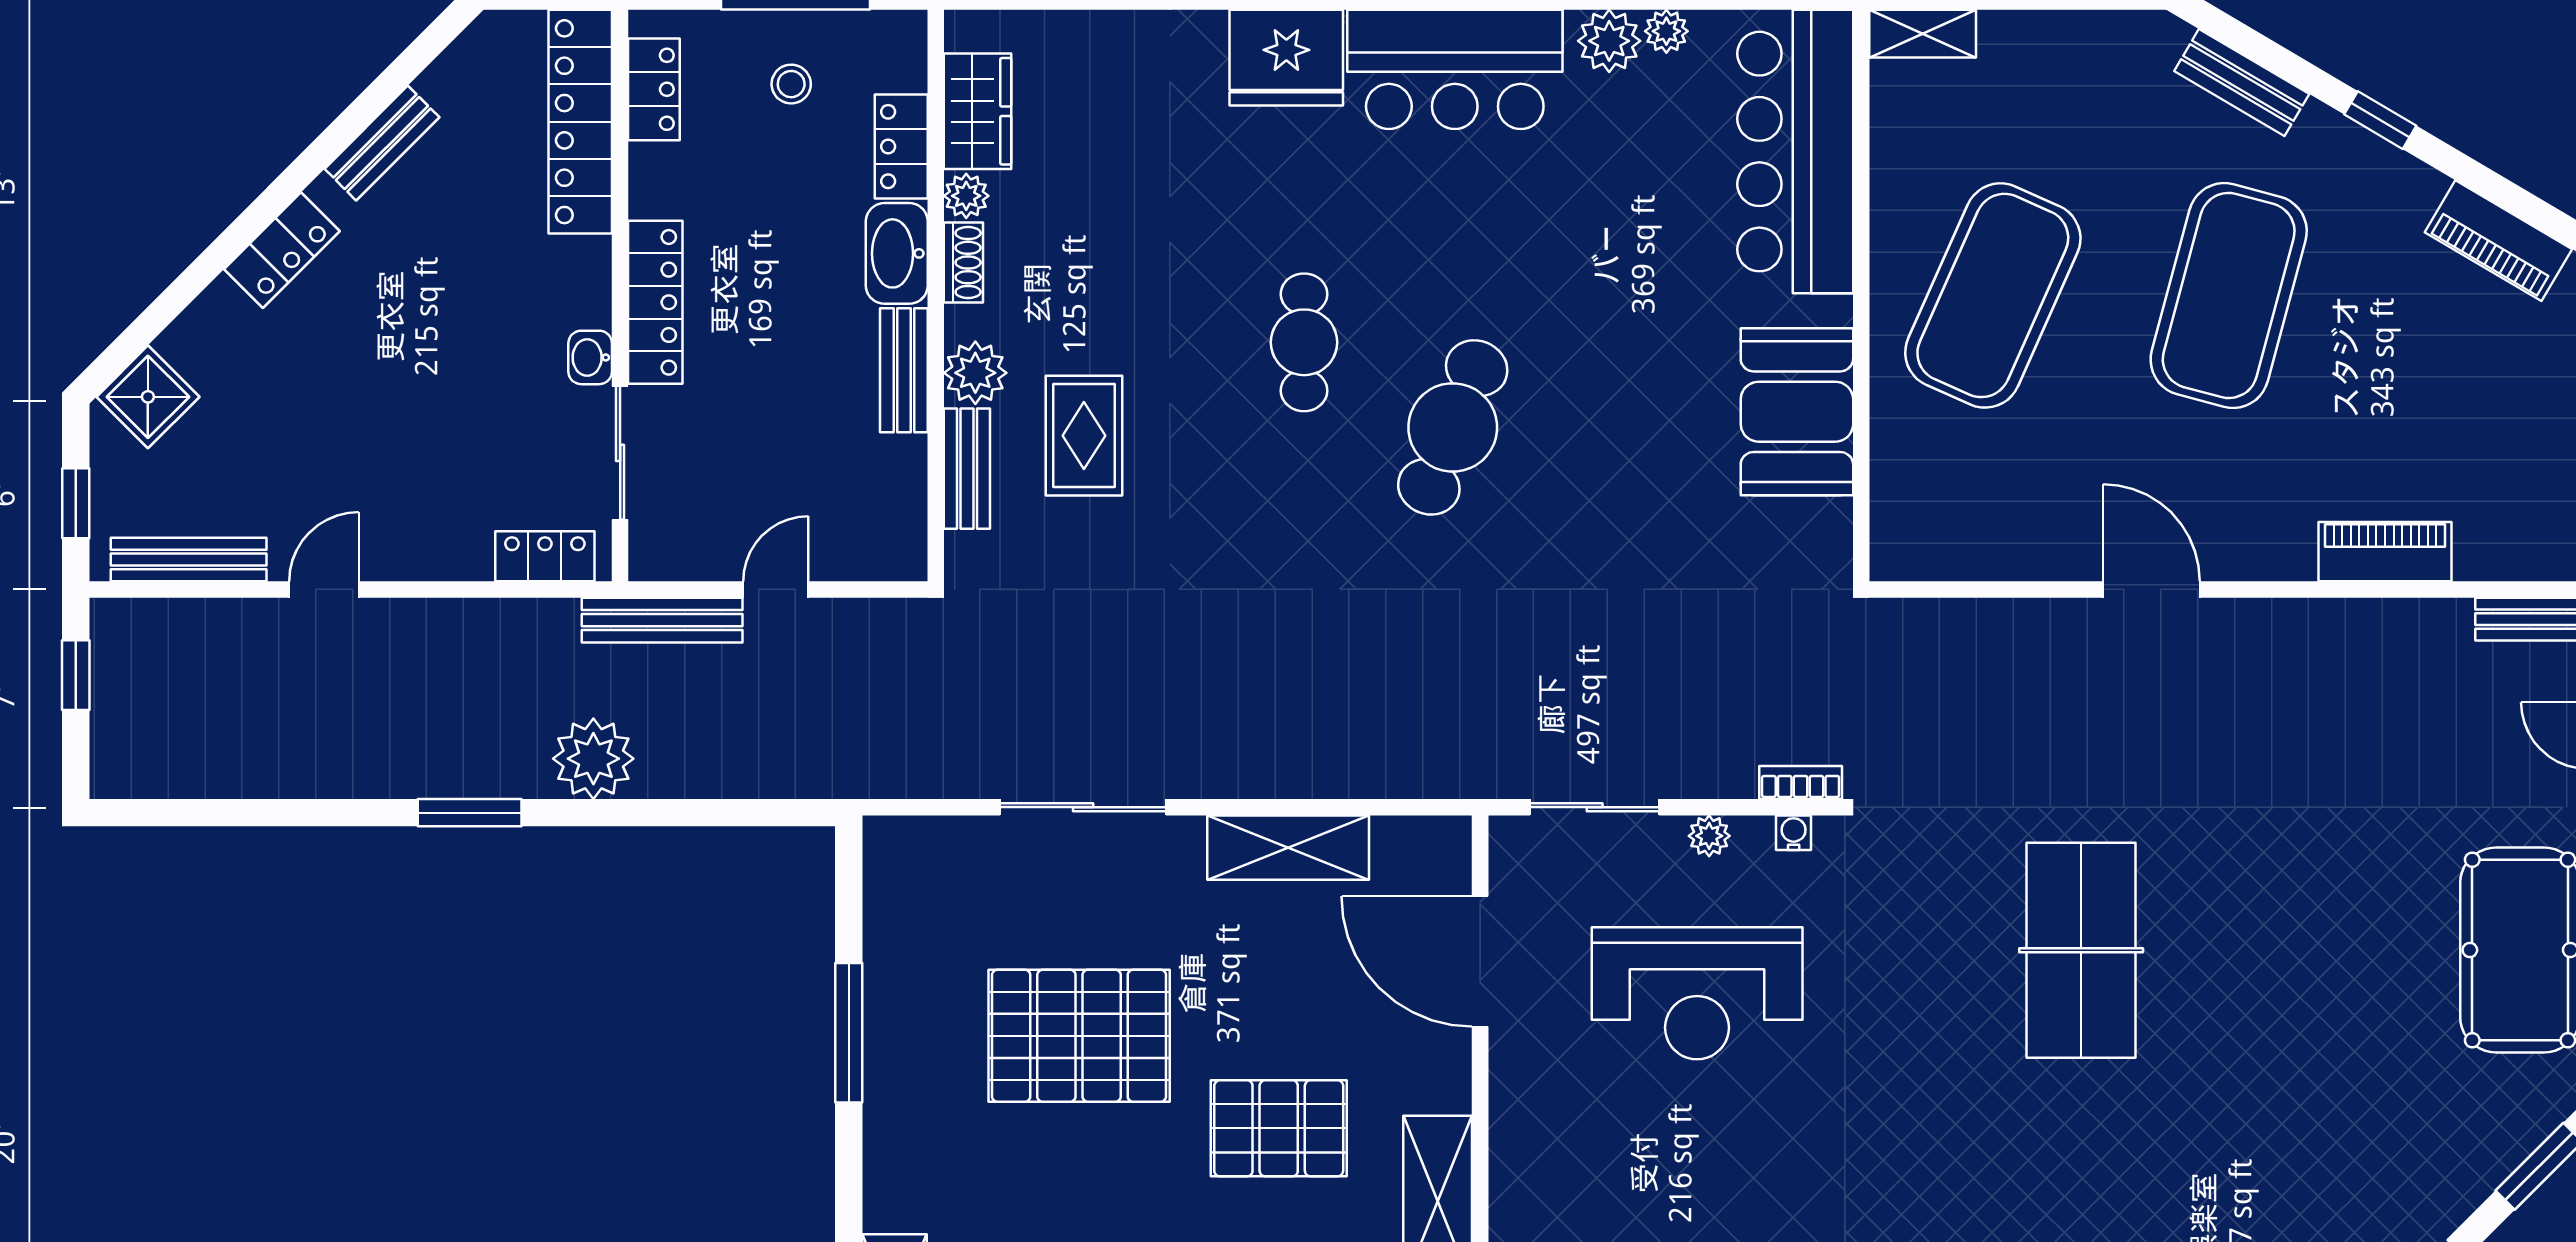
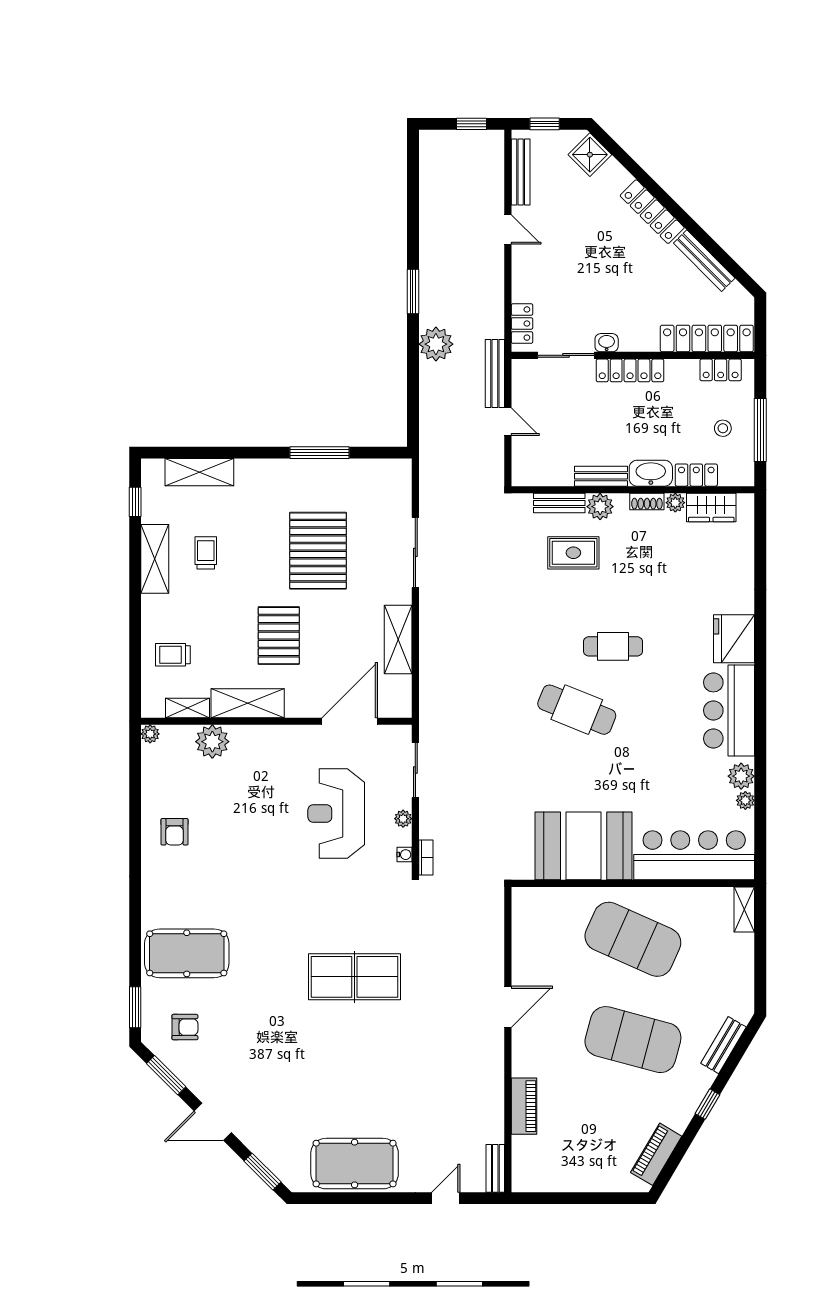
bench: (382, 143) -> (704, 261), width x1.36
locker: (282, 250) -> (652, 212), width x1.53
booth: (1797, 412) -> (584, 846), width x1.36, depth x1.42

